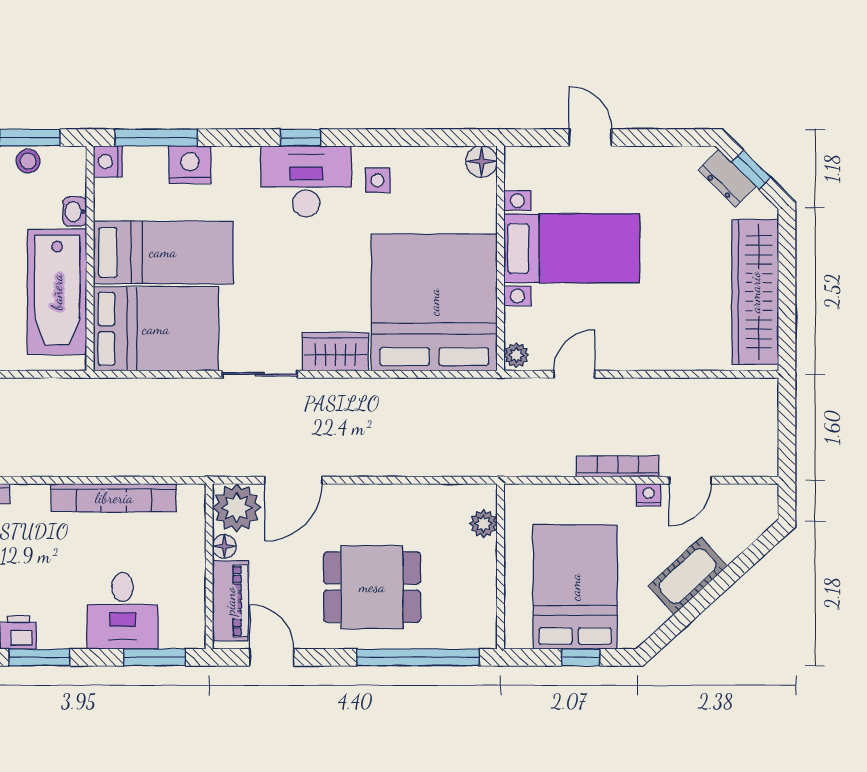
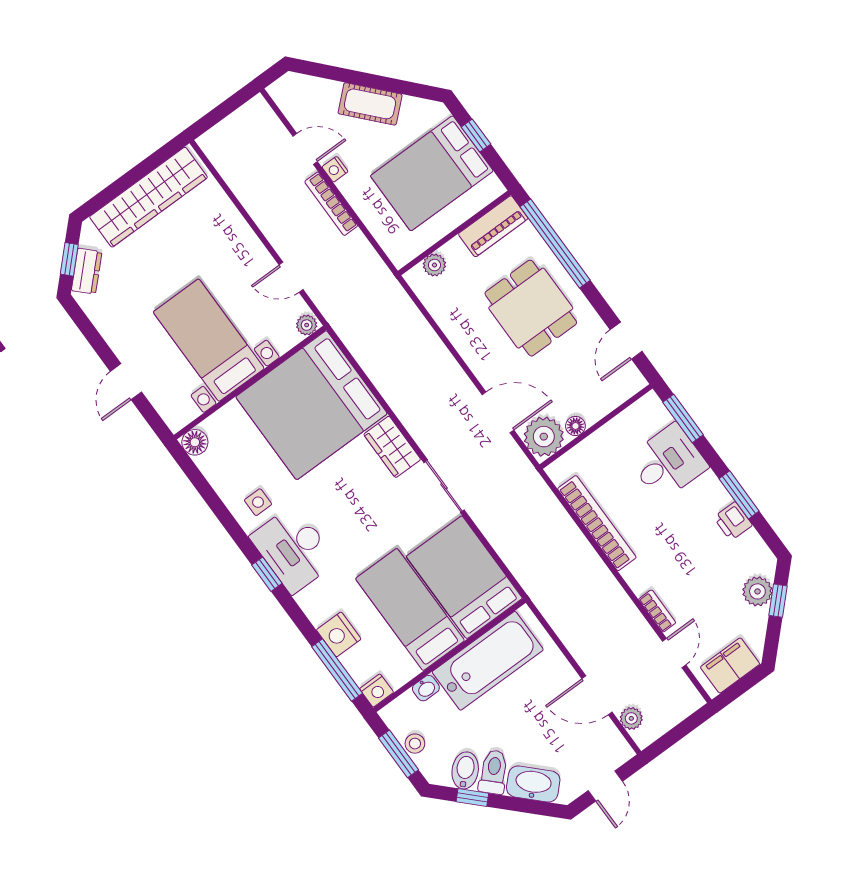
piano: (230, 601) -> (493, 226), moved, turned 180

